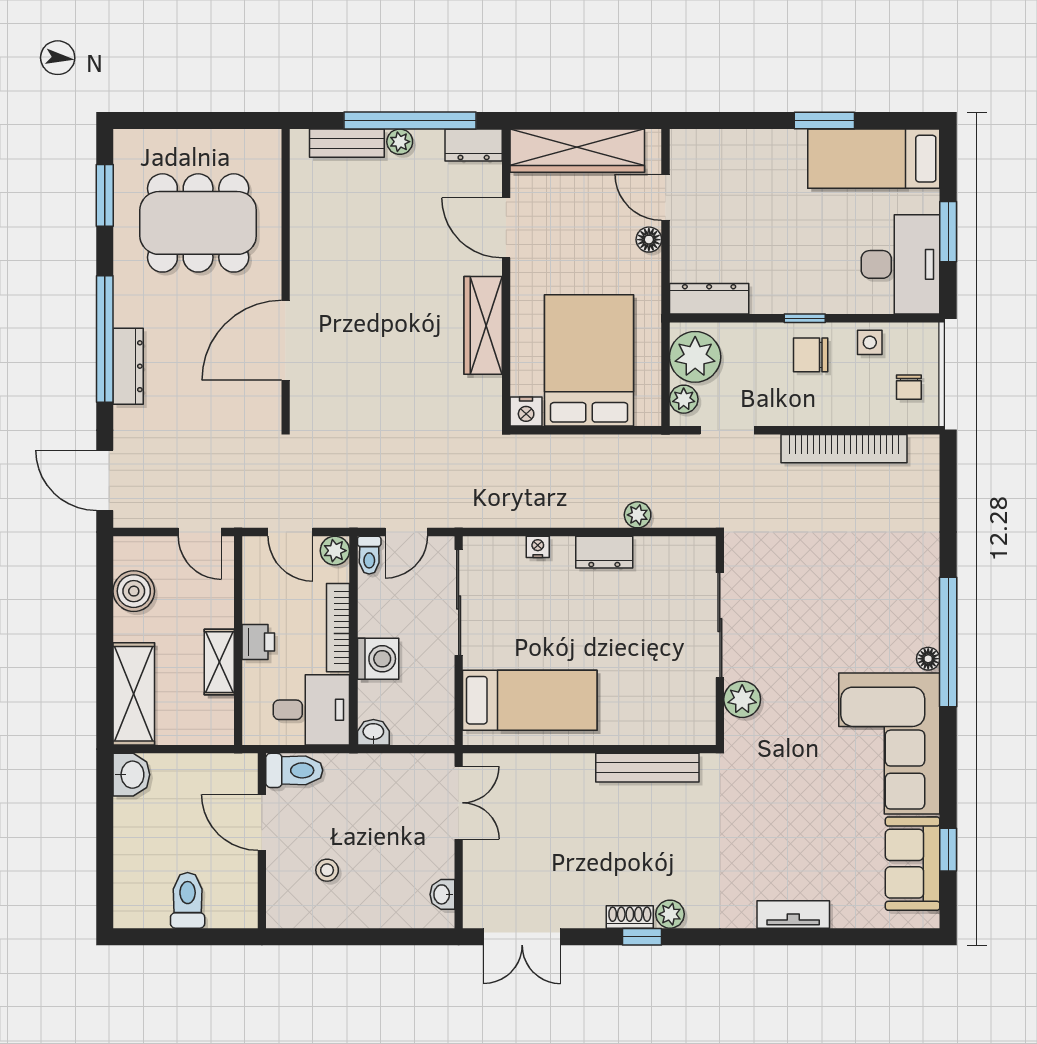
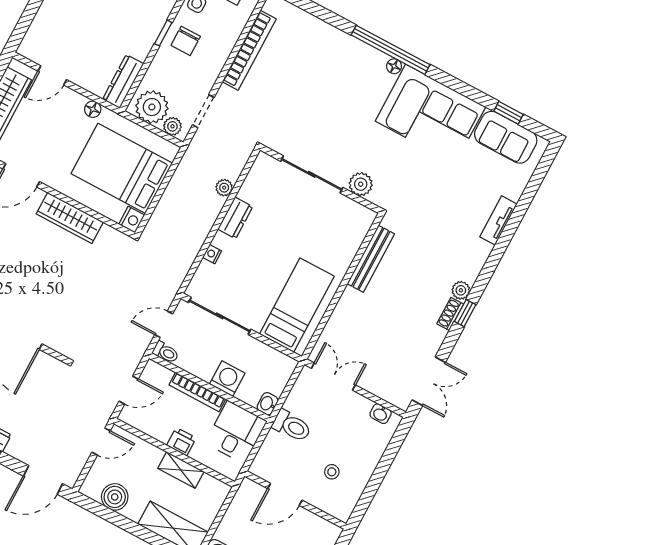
floor lamp: (649, 240) -> (93, 109), moved
door: (406, 532) -> (164, 324), swing flipped
plant: (335, 551) -> (153, 370), removed
toilet: (294, 770) -> (292, 426), moved, turned 90

